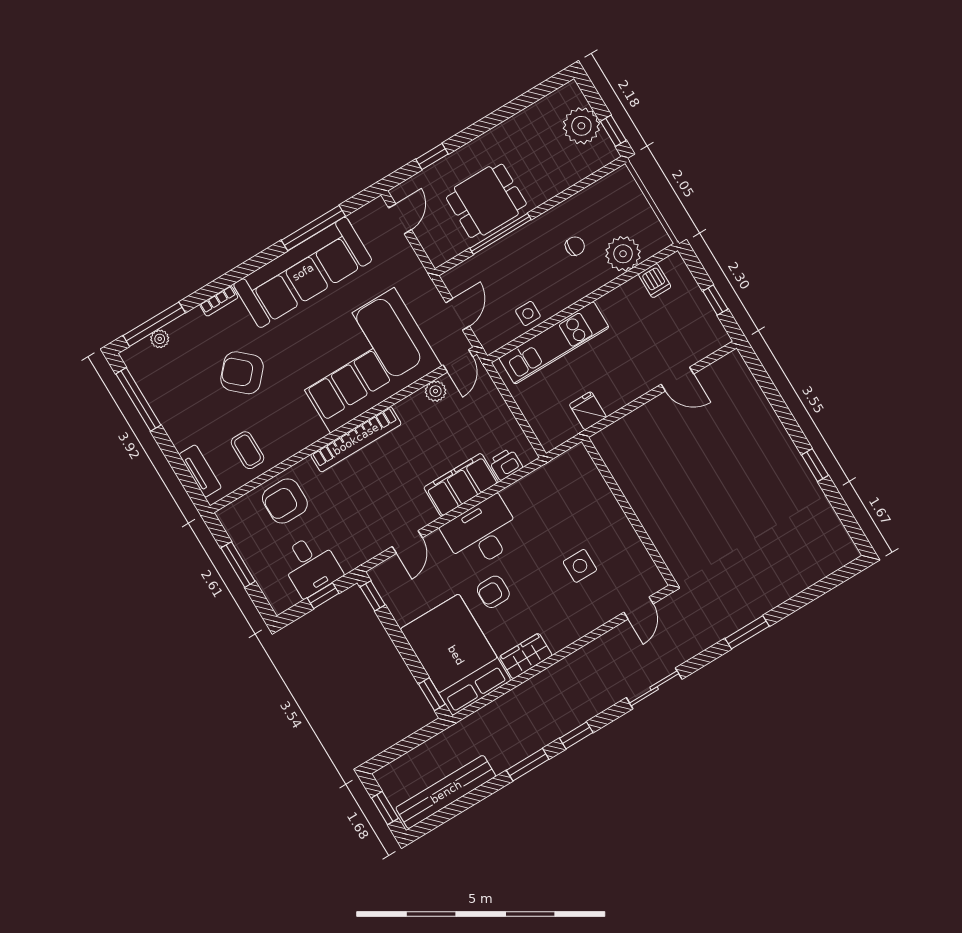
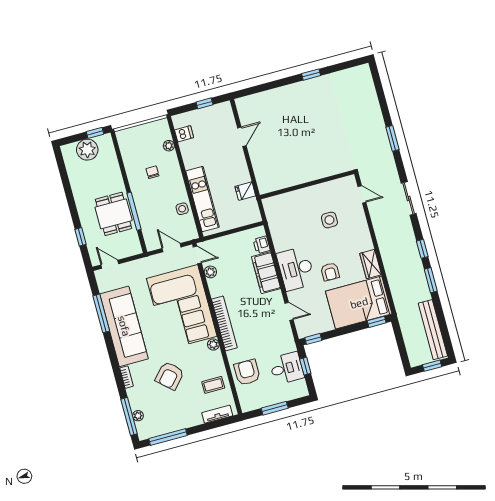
plant: (623, 254) -> (169, 146), width x0.53, depth x0.53
plant: (315, 431) -> (213, 344), added
armchair: (285, 501) -> (247, 372), turned 180

